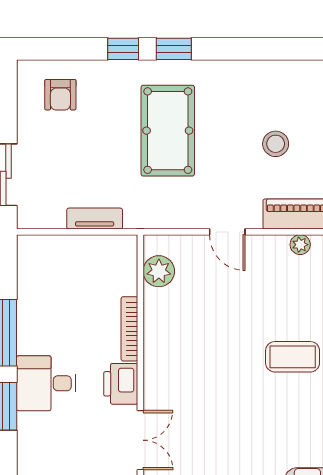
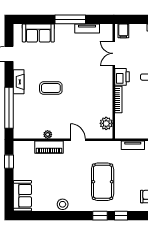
stool: (276, 144) -> (63, 204), moved

